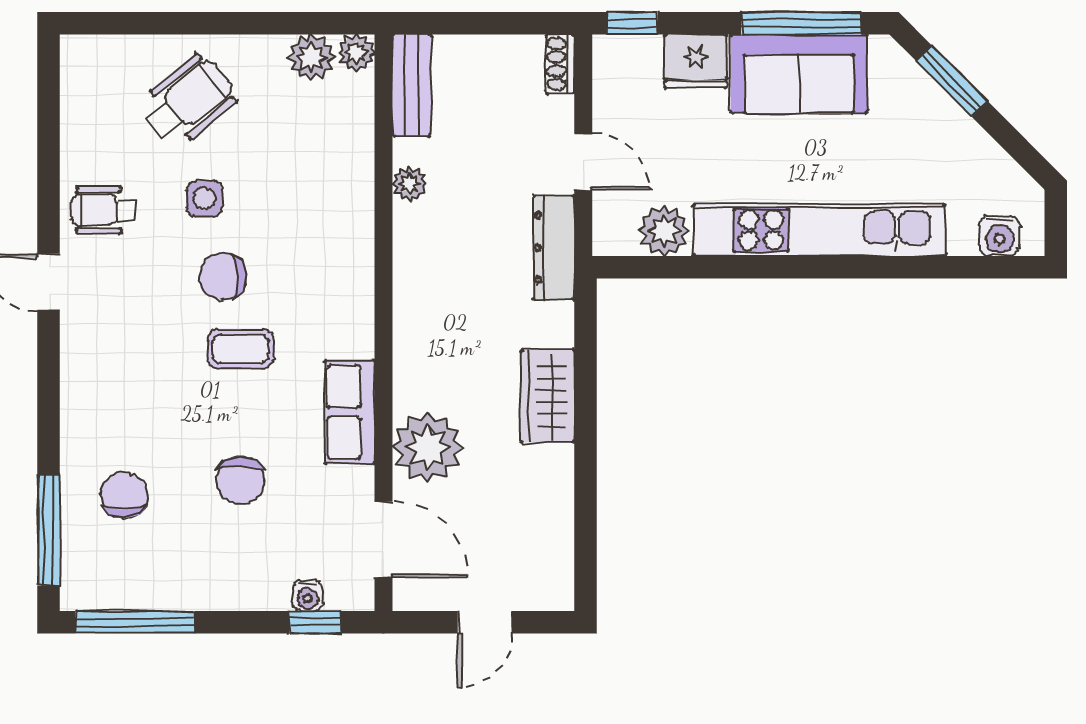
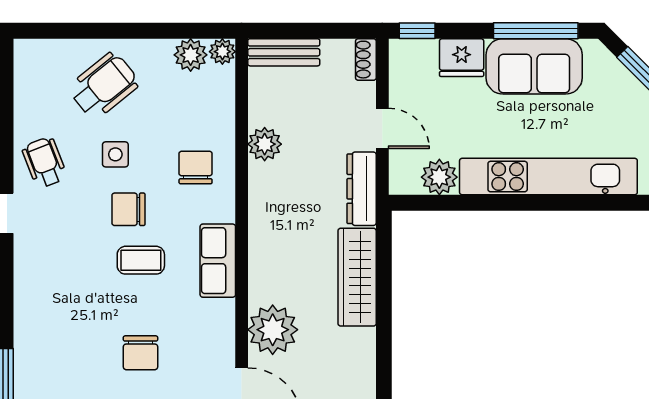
bench: (412, 85) -> (284, 52), moved, turned 90
plant: (410, 184) -> (265, 144), width x1.38, depth x1.38
wheelchair: (104, 210) -> (44, 162), turned 69
wardrobe: (547, 396) -> (357, 277), width x1.50
row of seats: (350, 412) -> (218, 261), moved
chair: (124, 495) -> (196, 167), moved

